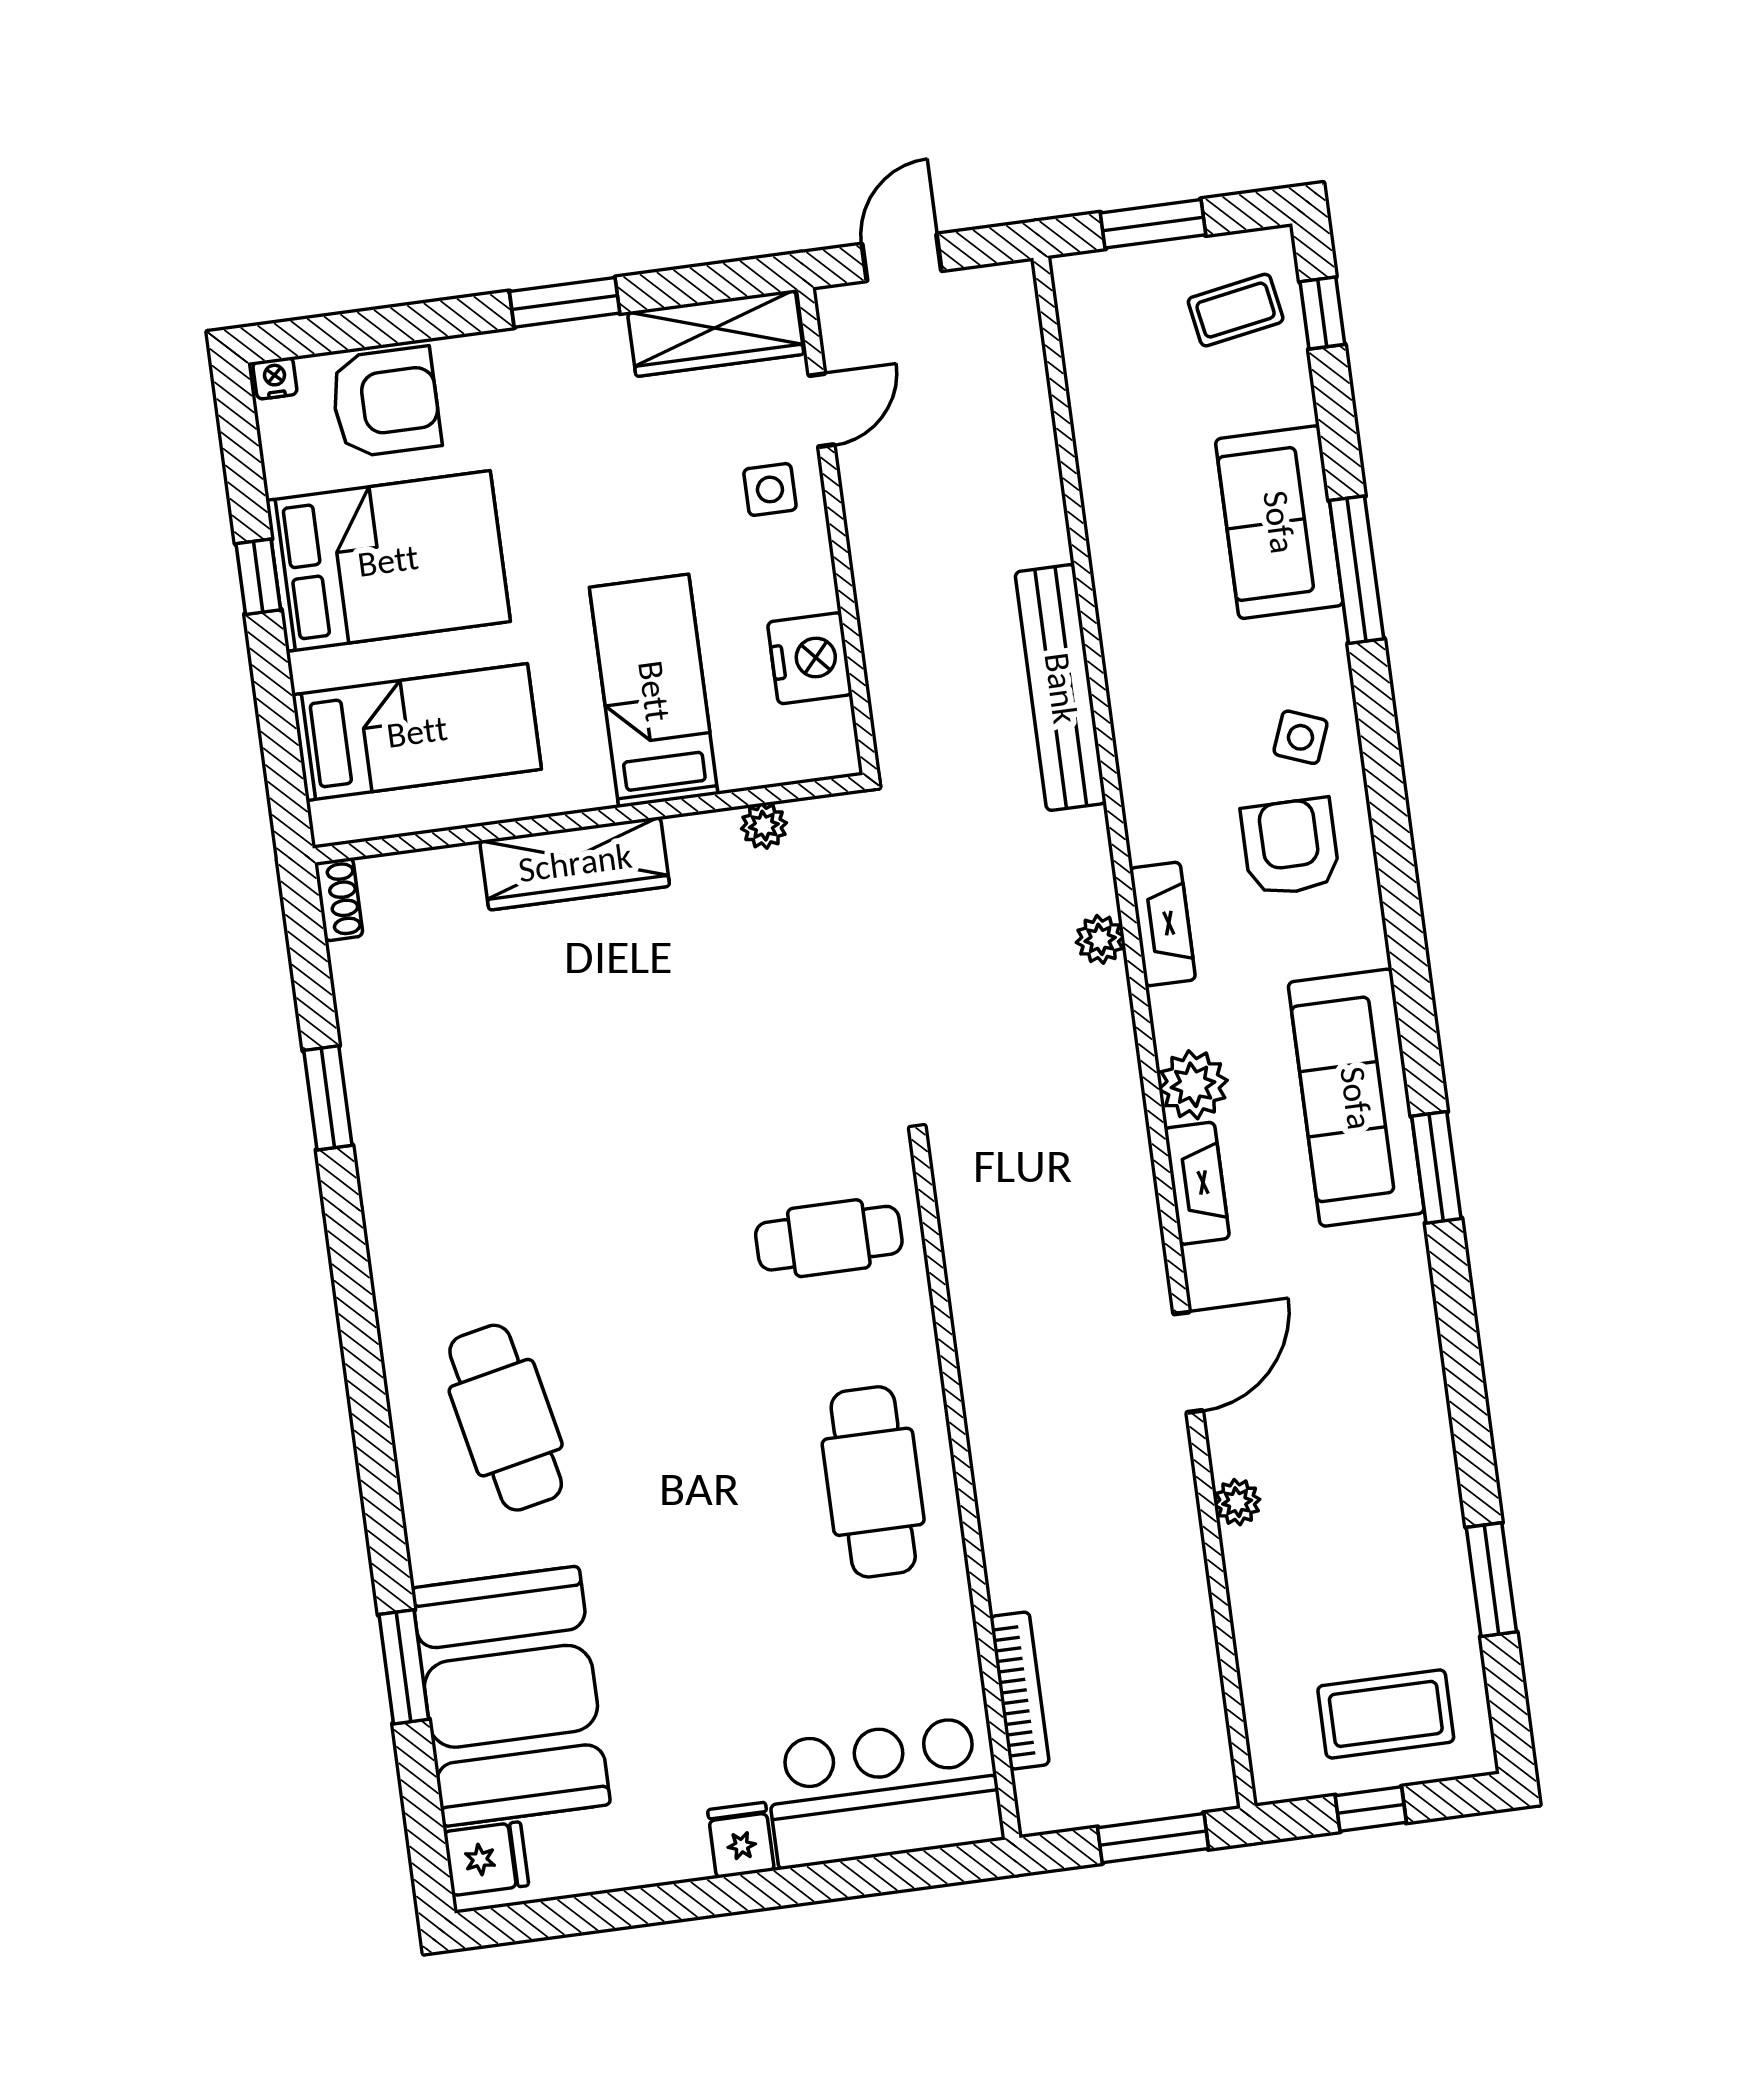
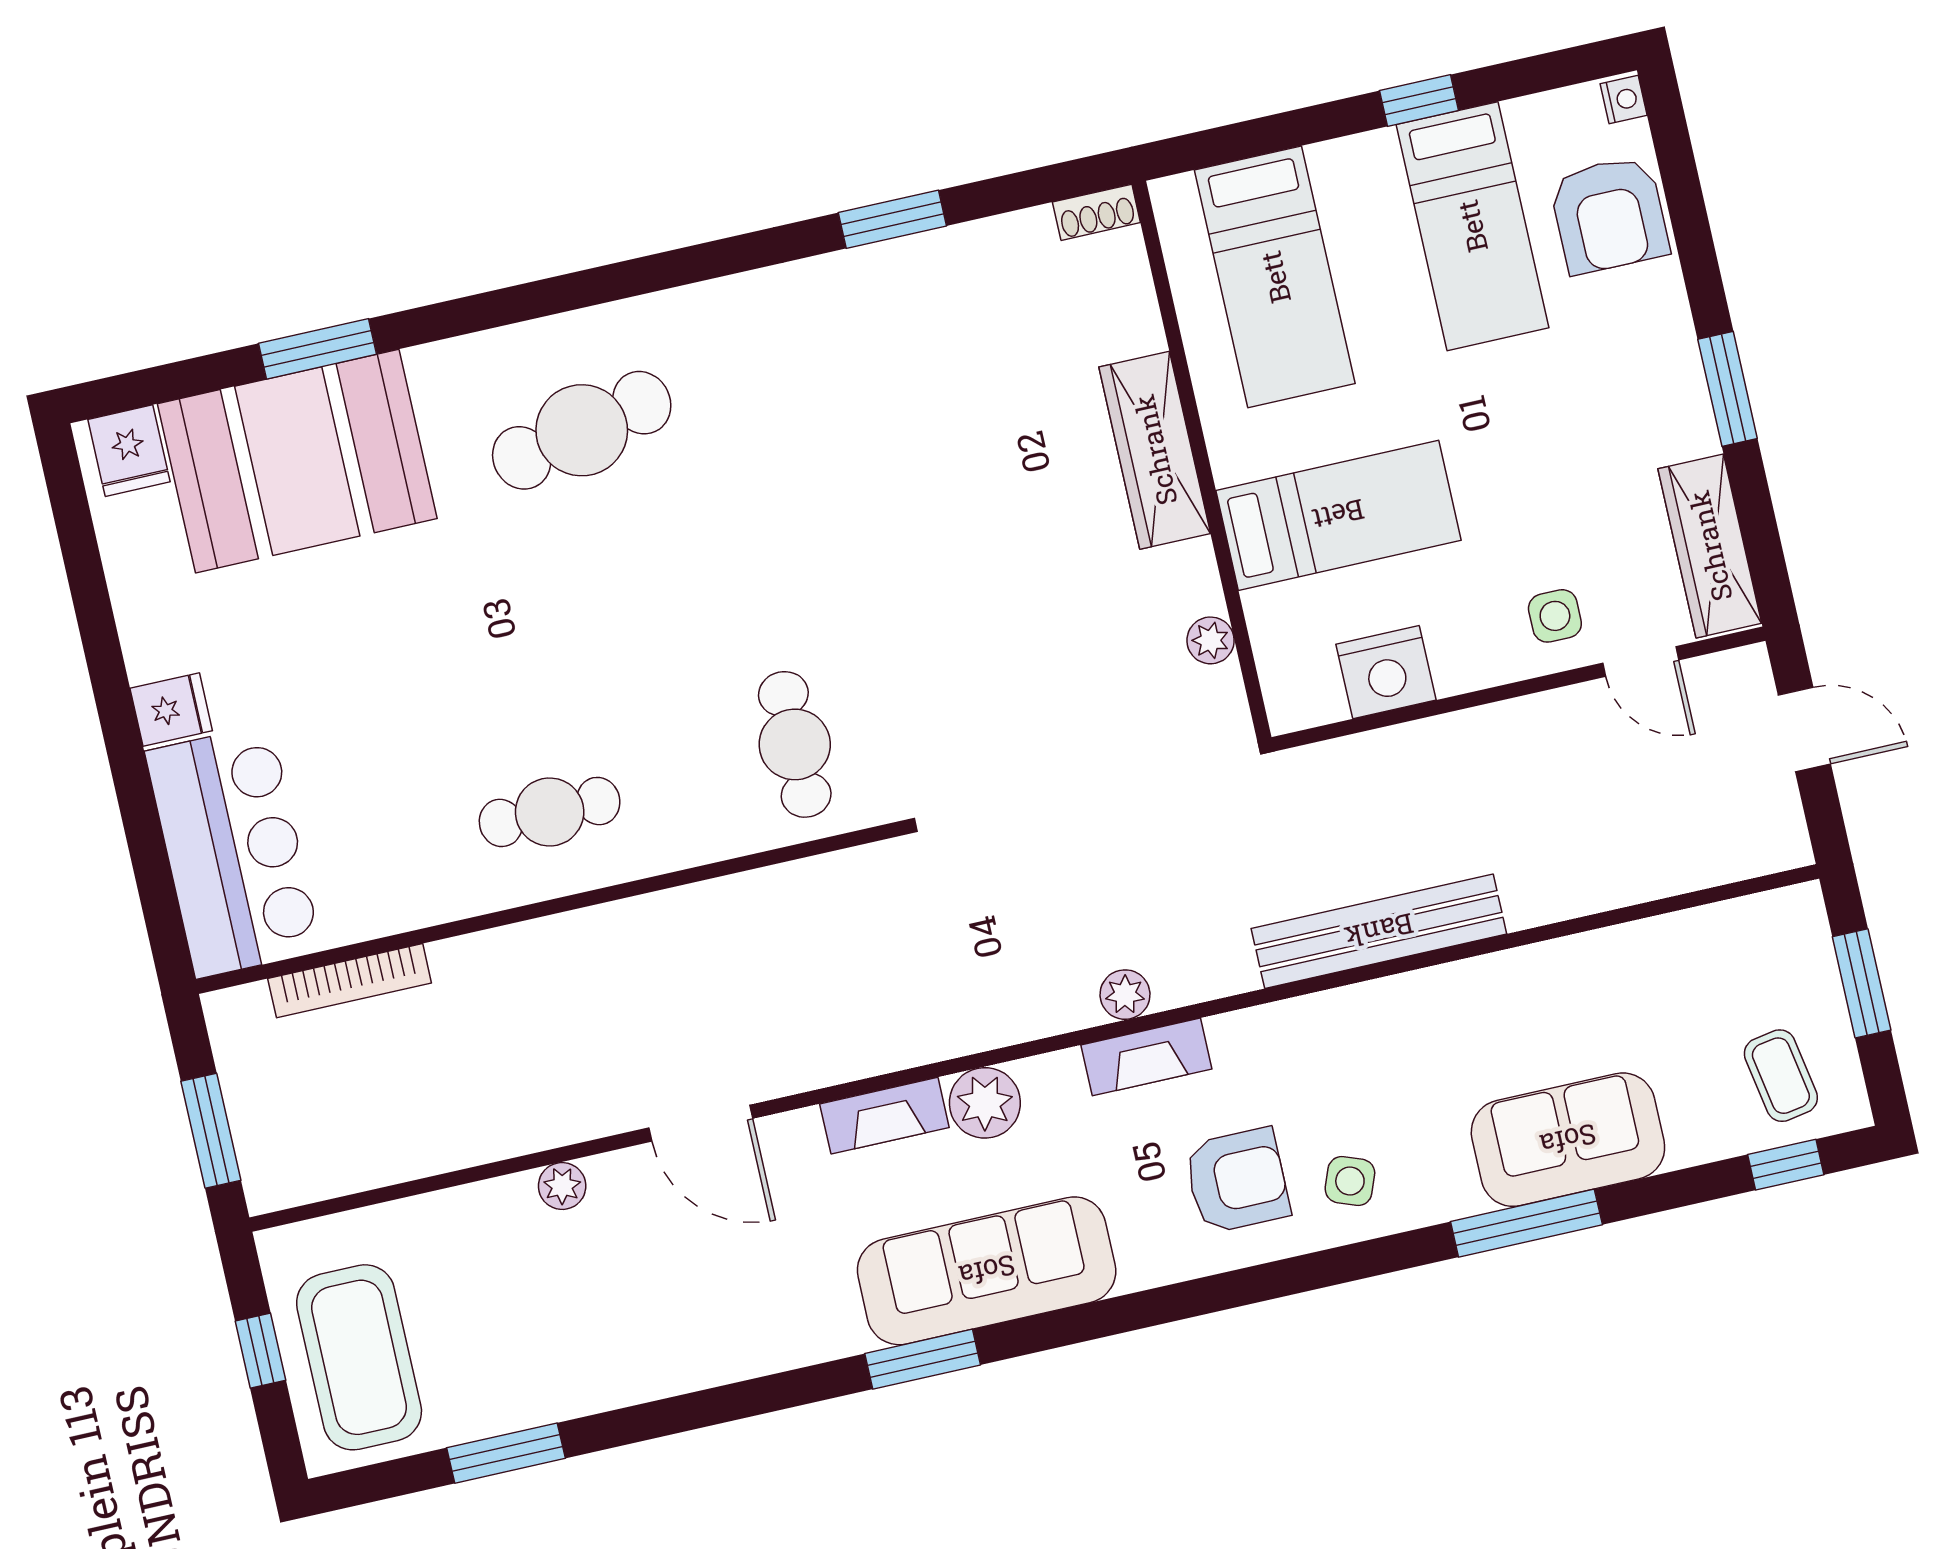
bed: (388, 561) -> (1472, 226), width x0.67
cafe table: (873, 1482) -> (550, 812), width x0.73, depth x0.74
coffee table: (1386, 1714) -> (359, 1357), width x1.36, depth x1.32

